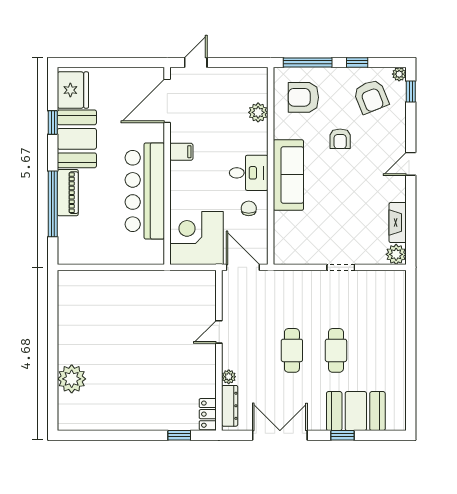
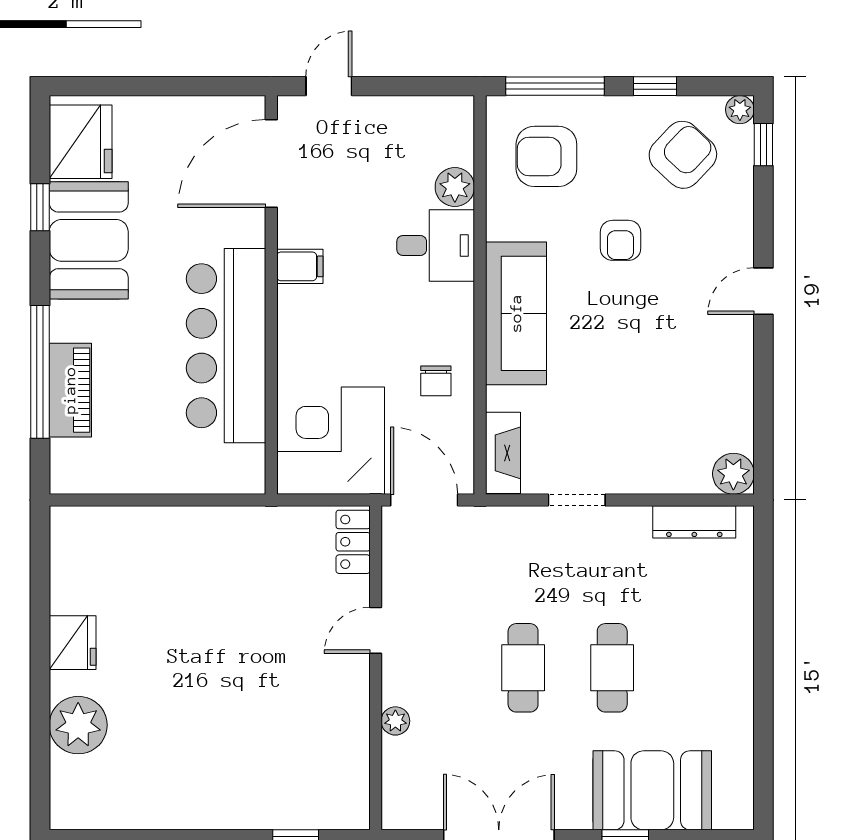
armchair: (371, 96) -> (683, 155), turned -115
desk: (249, 173) -> (436, 245), moved
piano: (68, 193) -> (70, 390), moved
chair: (249, 208) -> (436, 381), turned 180
fireplace: (398, 223) -> (503, 453), moved, turned 180
doorway: (341, 267) -> (577, 500), moved
fridge: (69, 338) -> (73, 643), added
dresser: (230, 406) -> (694, 522), moved, turned 90
locker: (208, 414) -> (353, 542), moved

